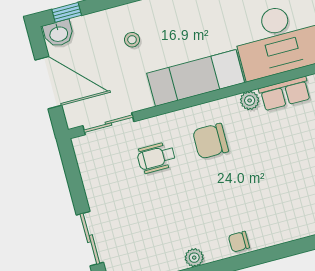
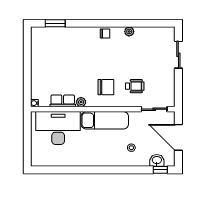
washbasin: (59, 34) -> (157, 160), moved

